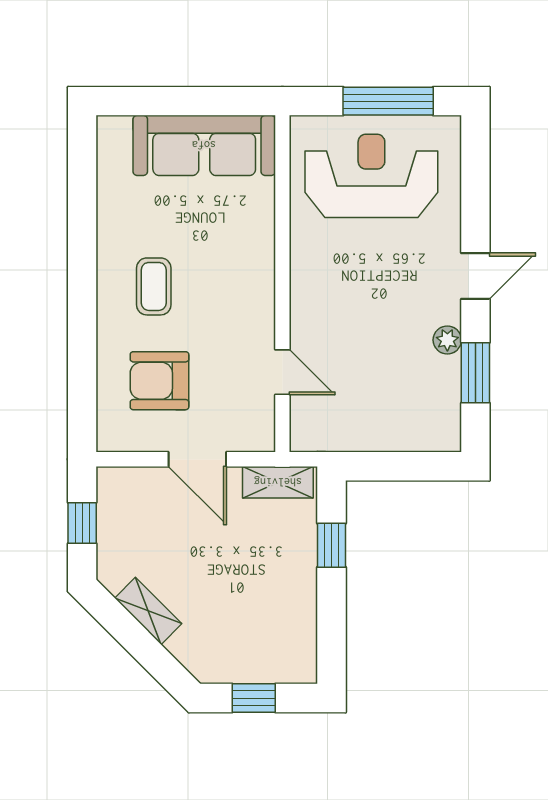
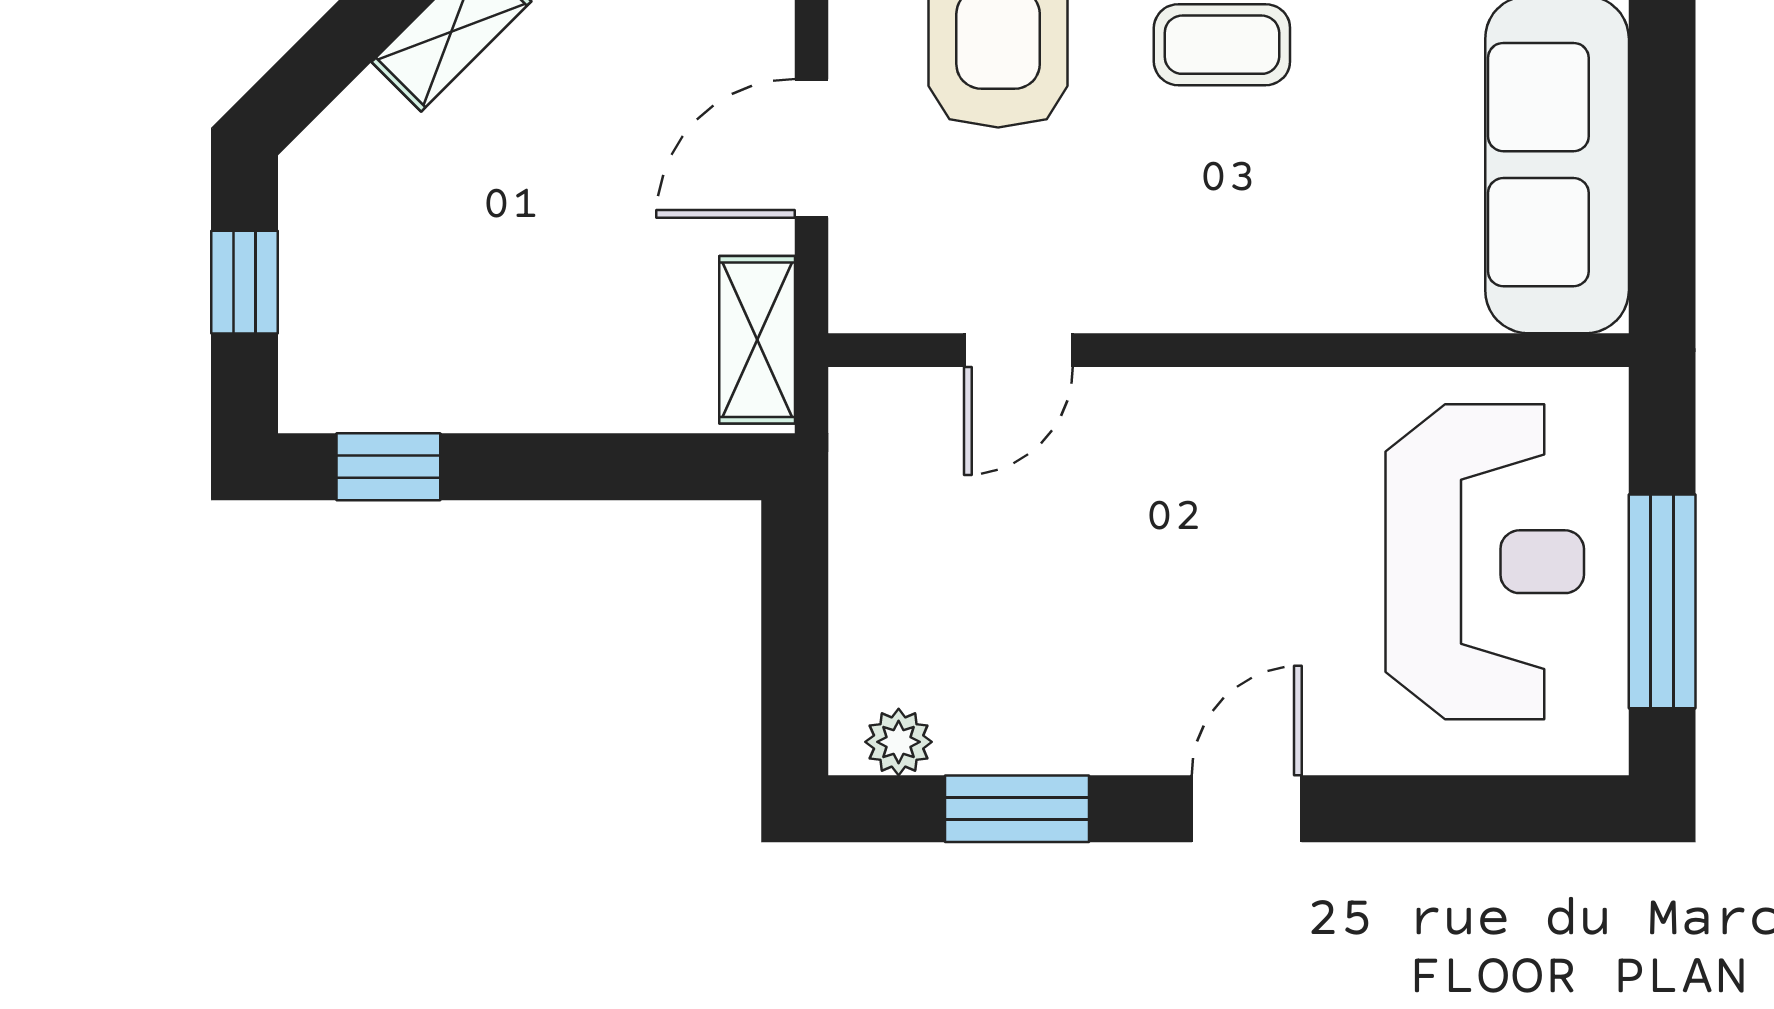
door: (475, 276) -> (1247, 809), swing flipped
plant: (447, 340) -> (899, 742), moved
window: (331, 545) -> (388, 467), moved

